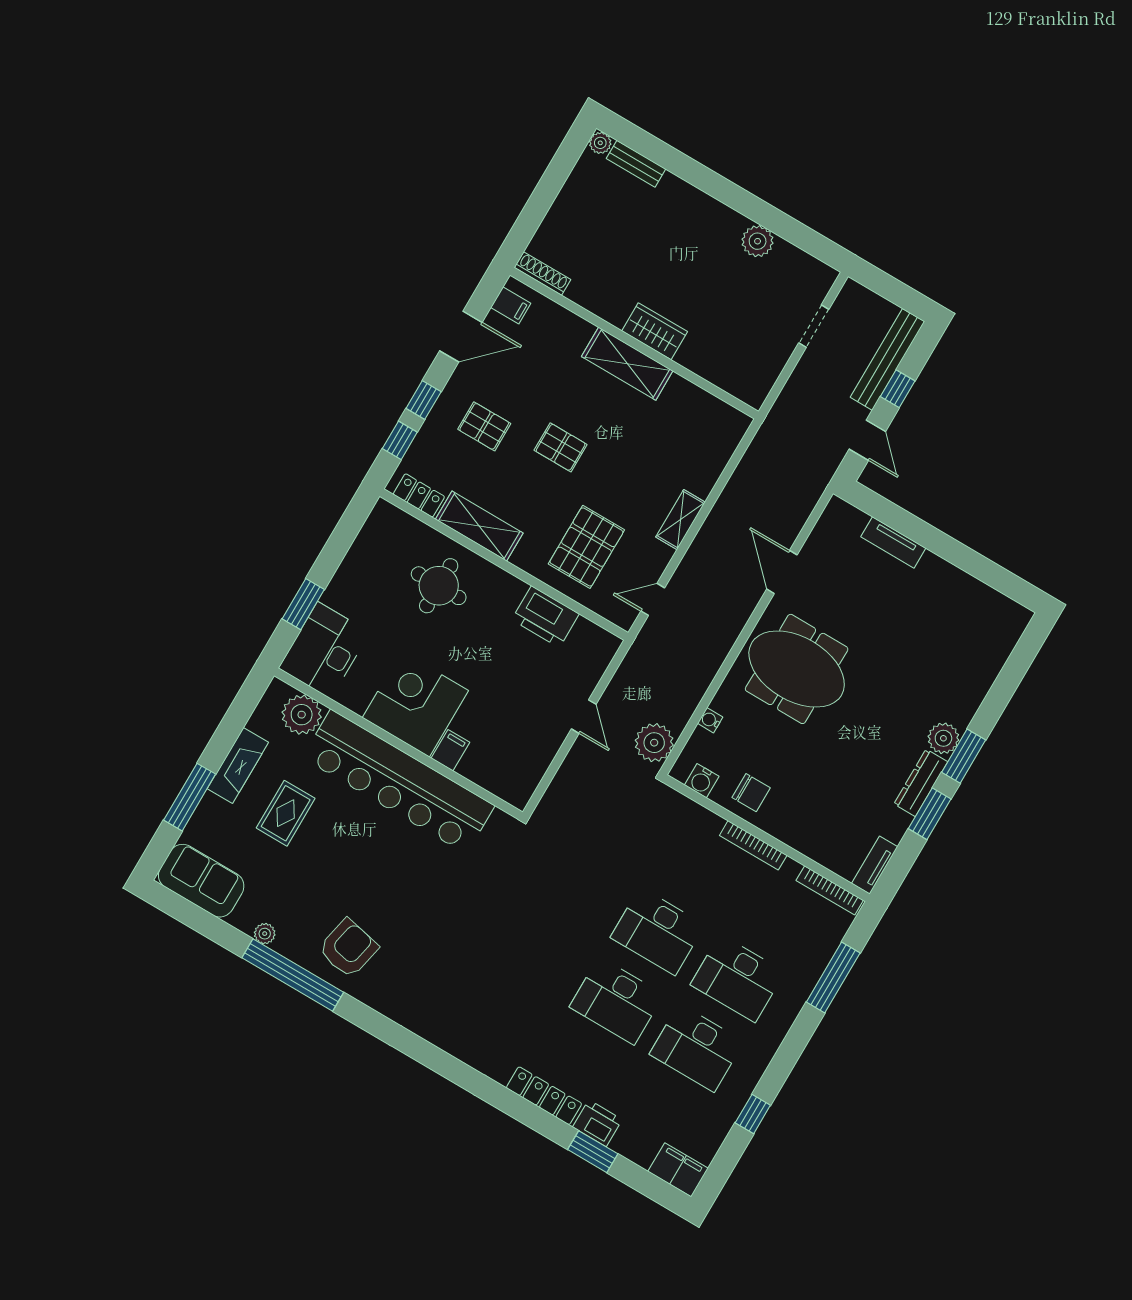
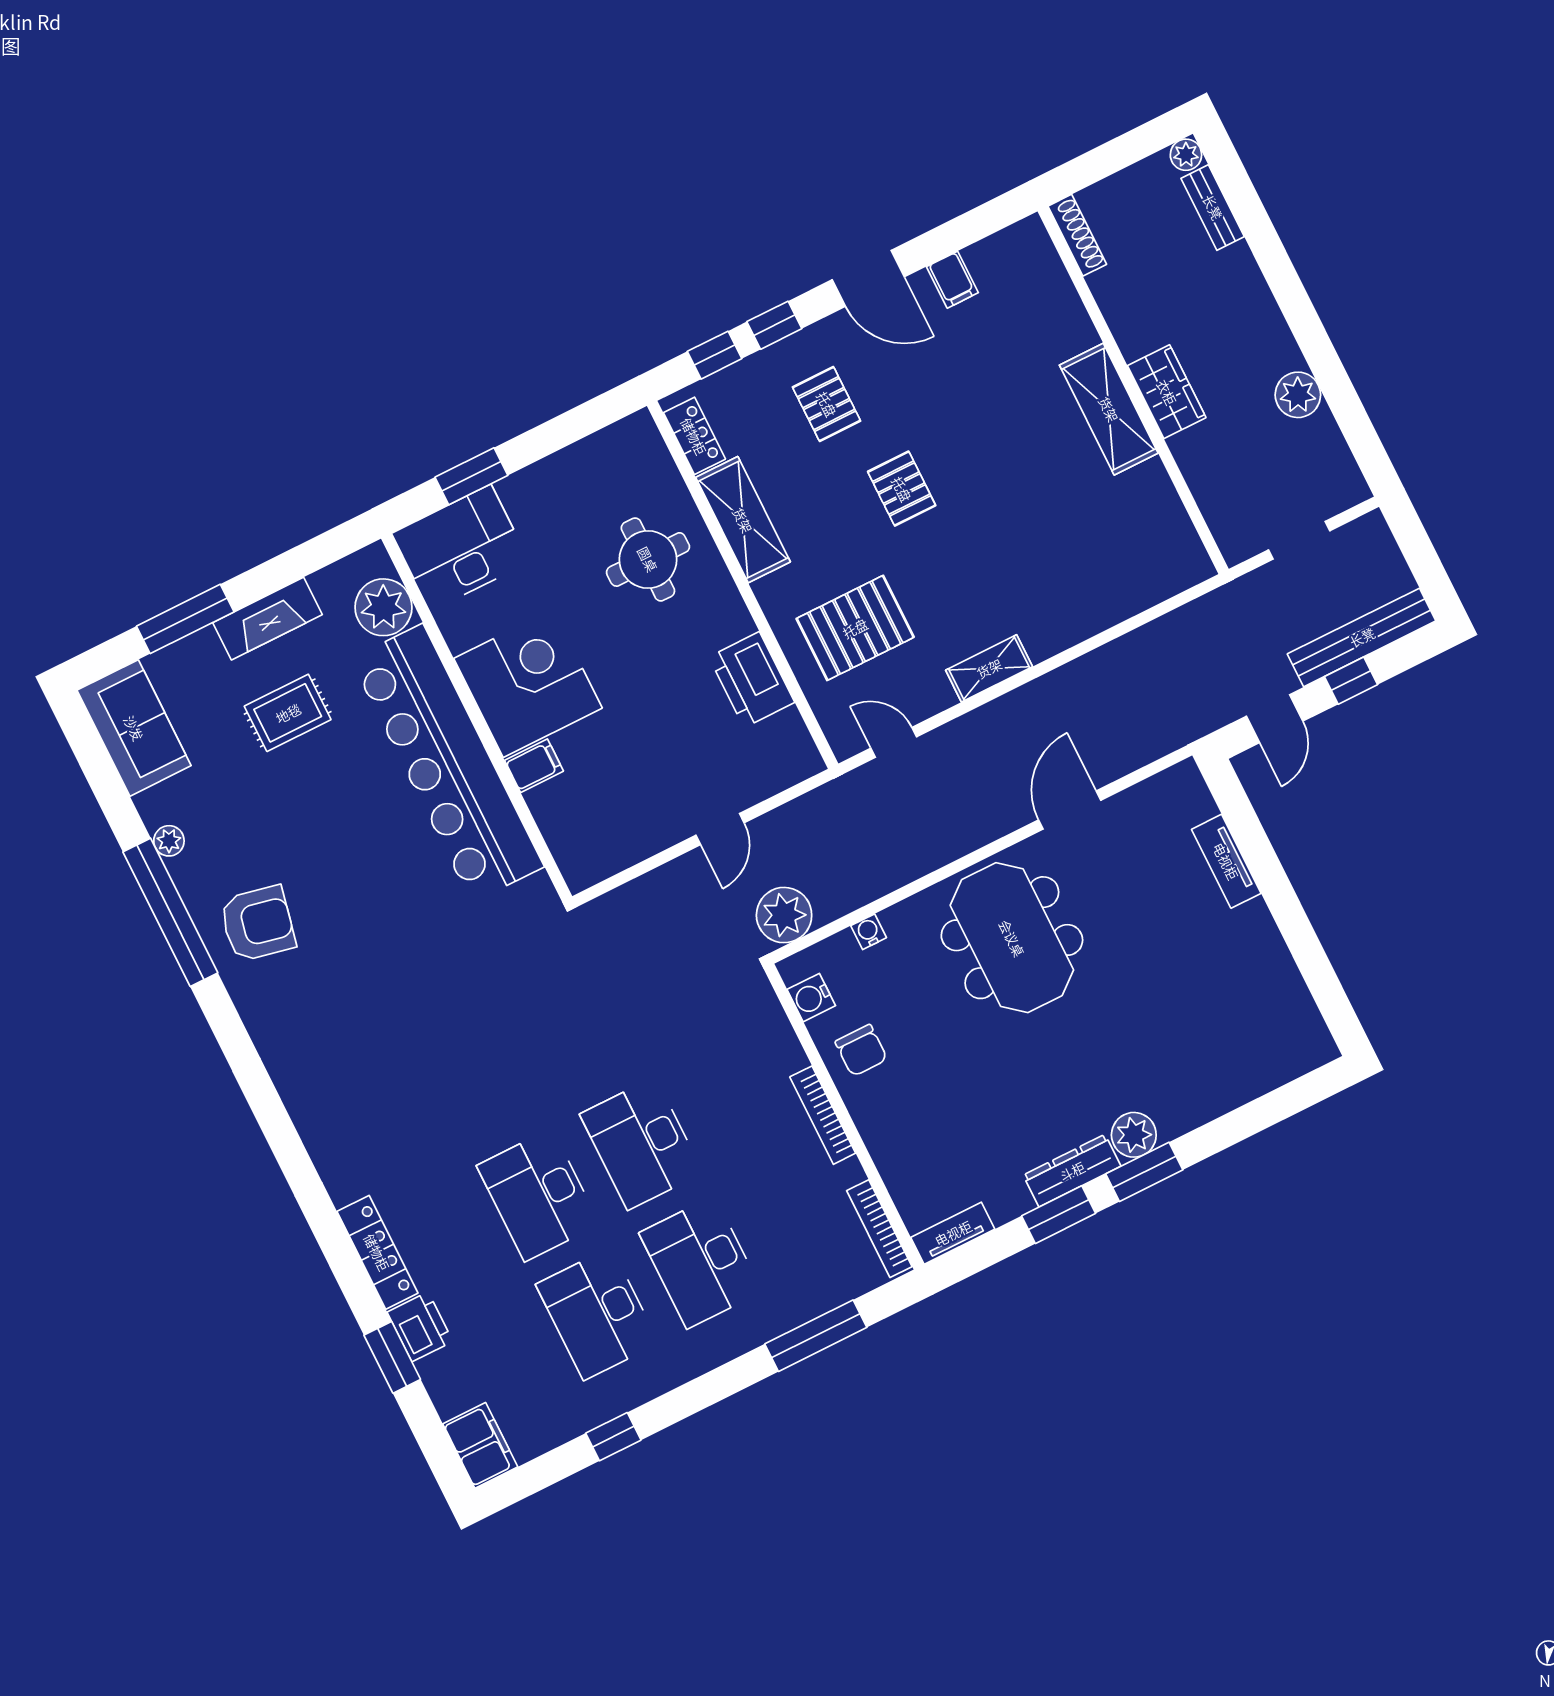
shoe rack: (542, 274) -> (1077, 235), moved
wardrobe: (655, 331) -> (1167, 392), moved
wall: (634, 343) -> (1133, 390), moved
shelving: (627, 364) -> (1109, 409), moved

